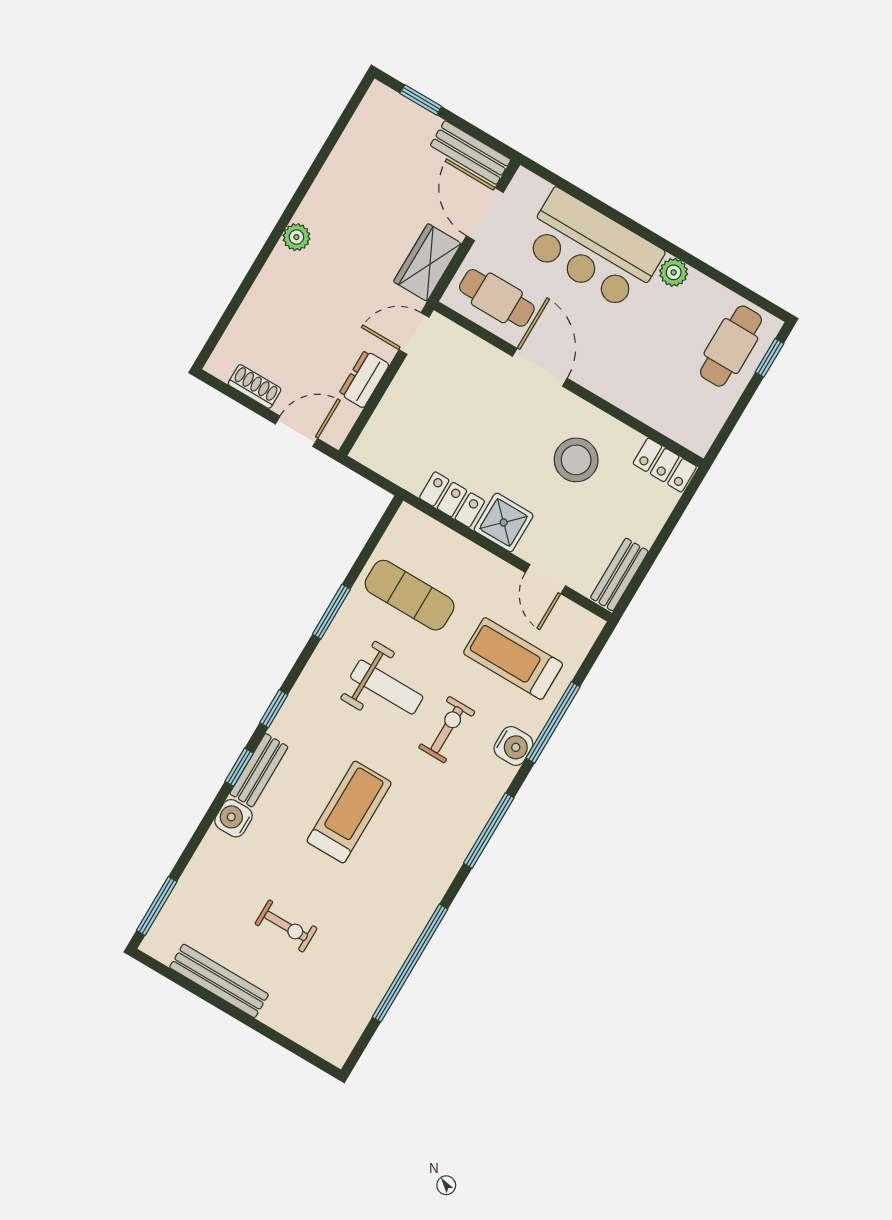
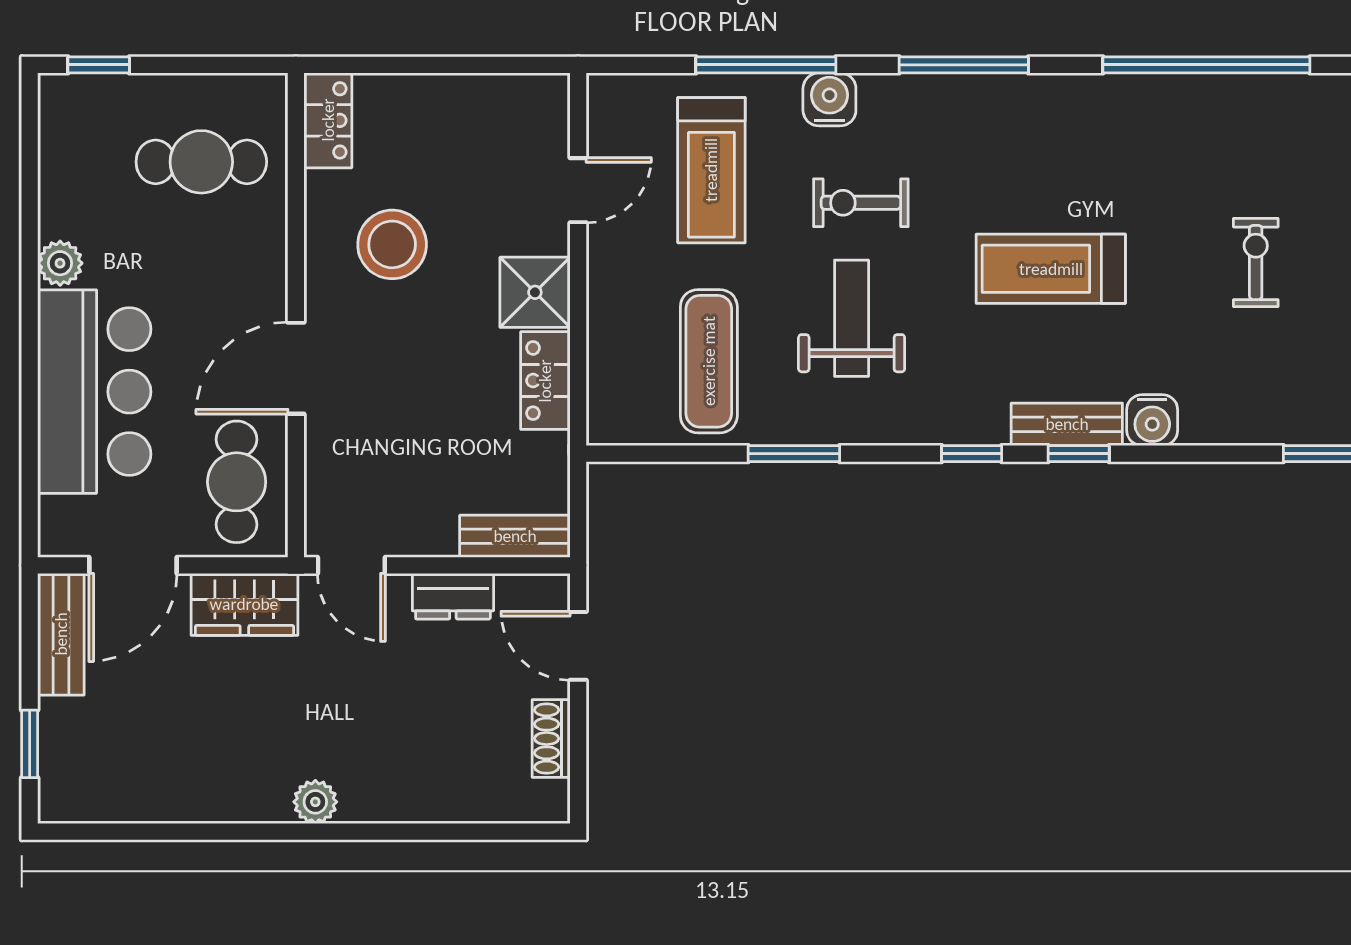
cafe table: (731, 346) -> (201, 162), moved
bench: (619, 574) -> (515, 536), moved

